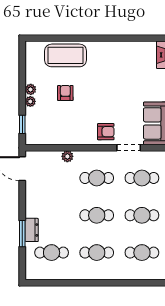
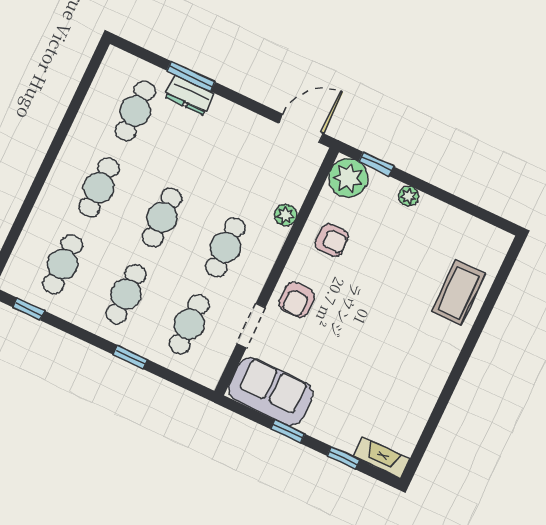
coffee table: (66, 55) -> (458, 293), width x0.73, depth x0.76
plant: (31, 89) -> (348, 178), moved, width x1.87, depth x1.87
armchair: (65, 93) -> (332, 240), moved

